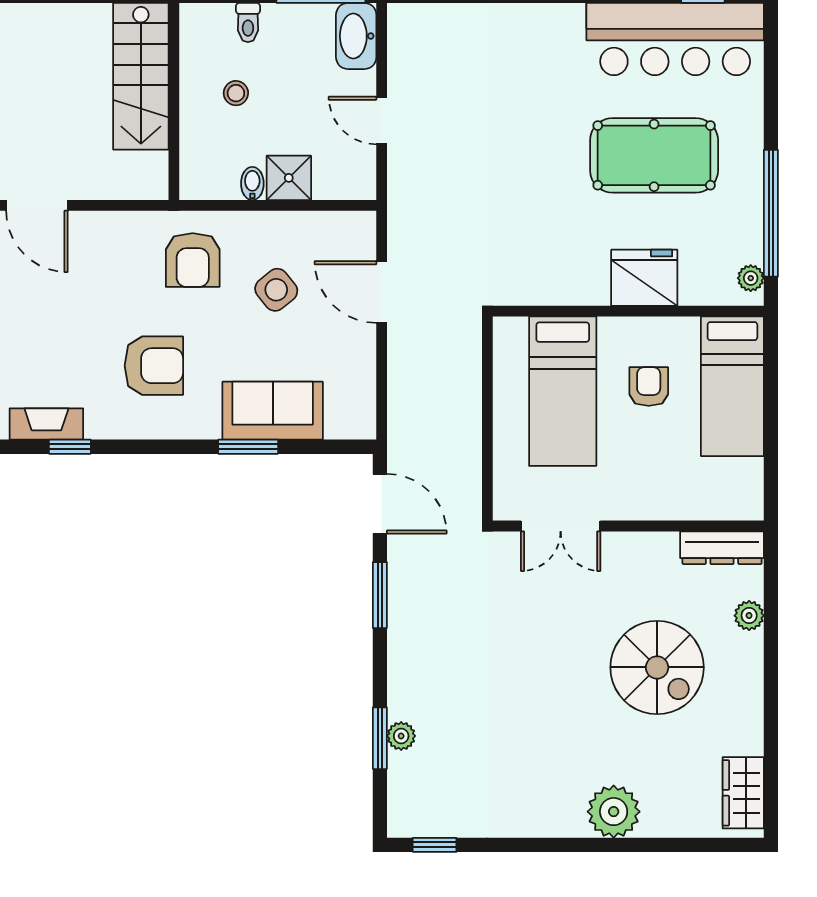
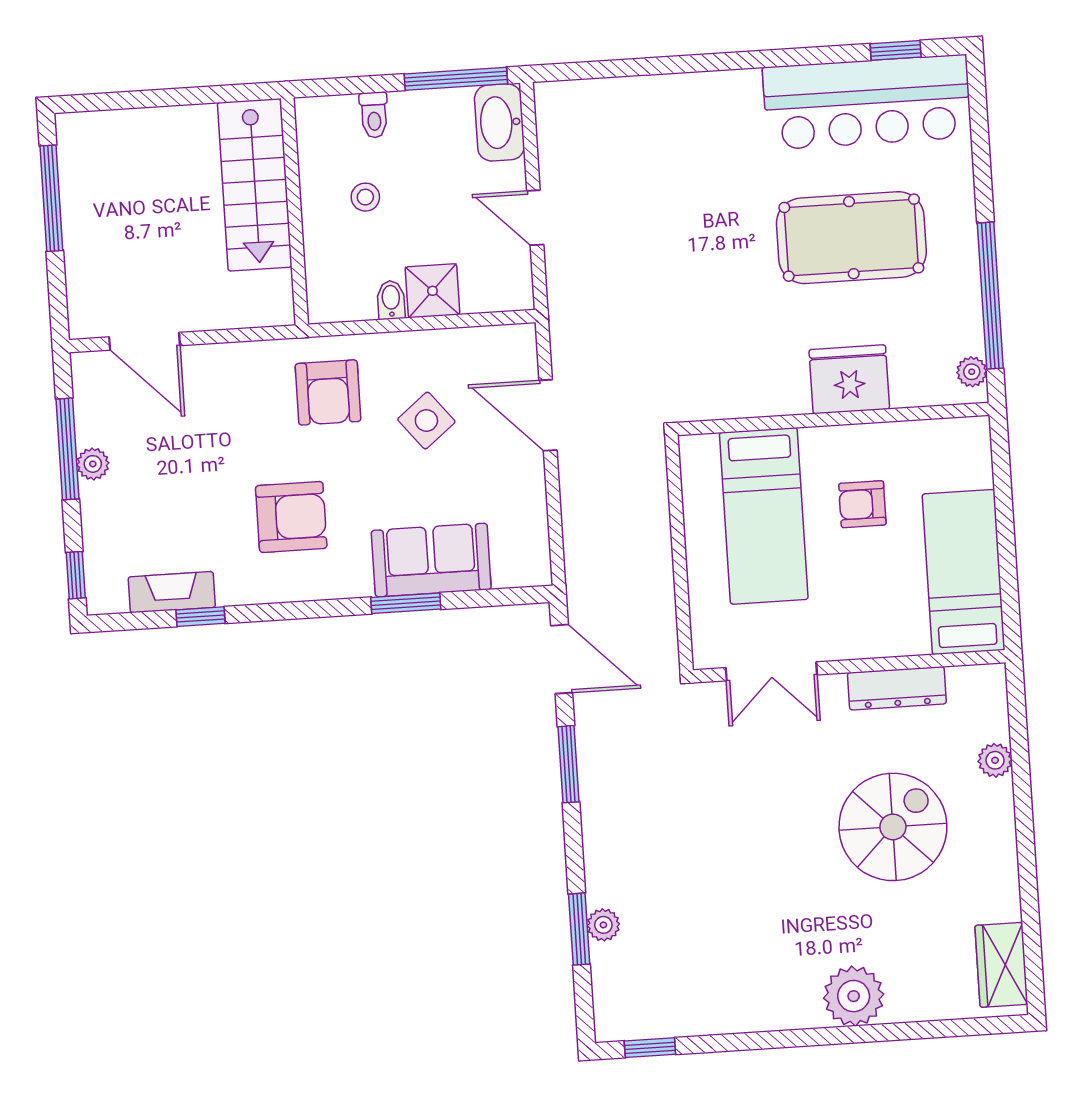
bed: (732, 386) -> (964, 572), moved, turned 180
armchair: (649, 387) -> (862, 504), turned -90
dresser: (722, 548) -> (897, 688), moved
spiral stairs: (657, 667) -> (893, 827), turned -90

